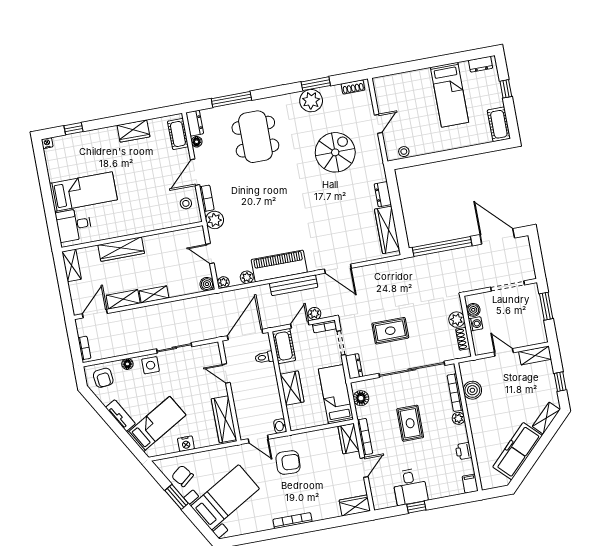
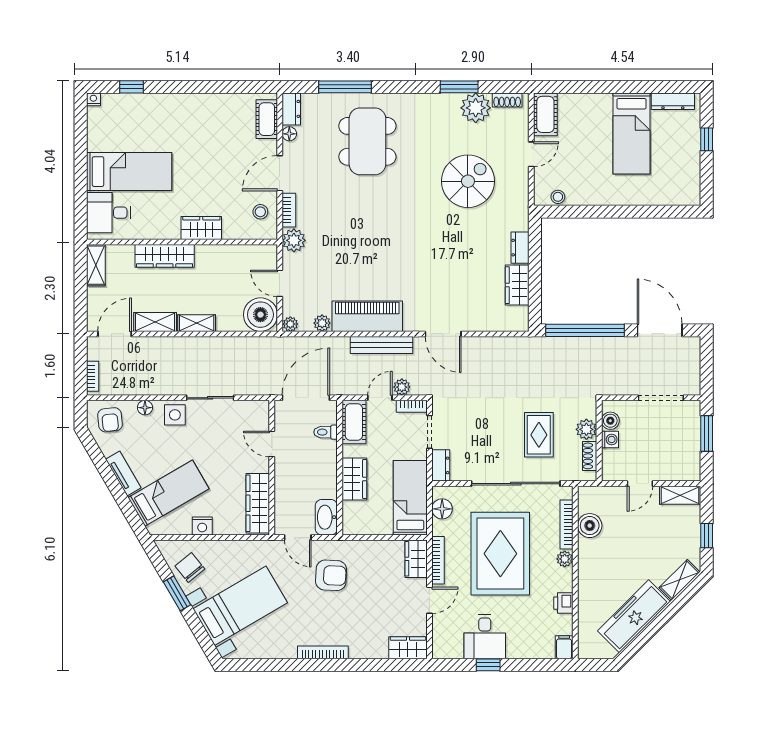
dresser: (481, 64) -> (673, 101), width x1.44
plant: (311, 101) -> (476, 108), moved
cot: (499, 124) -> (545, 114), moved
wardrobe: (133, 131) -> (201, 228), moved, turned 180
wardrobe: (387, 230) -> (517, 285), width x0.67
boiler: (207, 284) -> (260, 315), width x1.86, depth x1.86
rug: (390, 331) -> (539, 435), moved, turned 90
door: (504, 352) -> (640, 484), swing flipped
rug: (410, 423) -> (500, 554), width x1.86, depth x2.06
washbasin: (280, 426) -> (326, 517), width x1.91, depth x1.45

